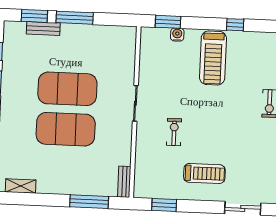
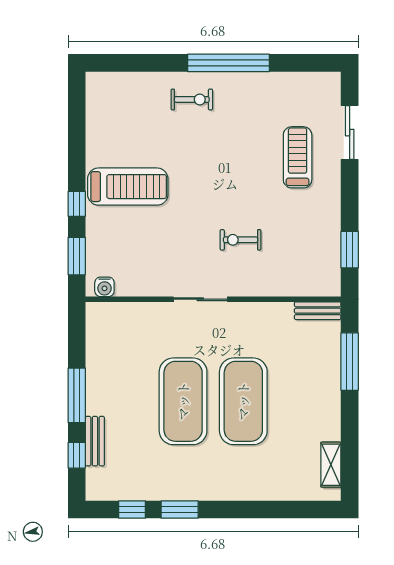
window: (34, 16) -> (77, 455), width x0.67
window: (235, 25) -> (77, 204), moved
water cooler: (177, 35) -> (104, 287), moved, turned -90
treadmill: (204, 173) -> (298, 157), moved

